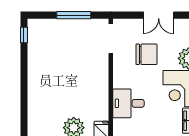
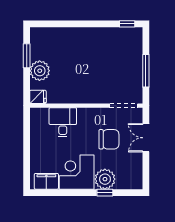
double door: (159, 15) -> (146, 138), moved
chair: (146, 54) -> (109, 139), turned -90

